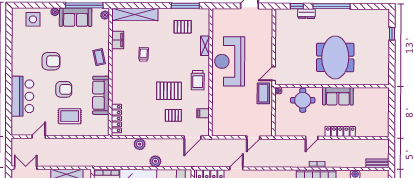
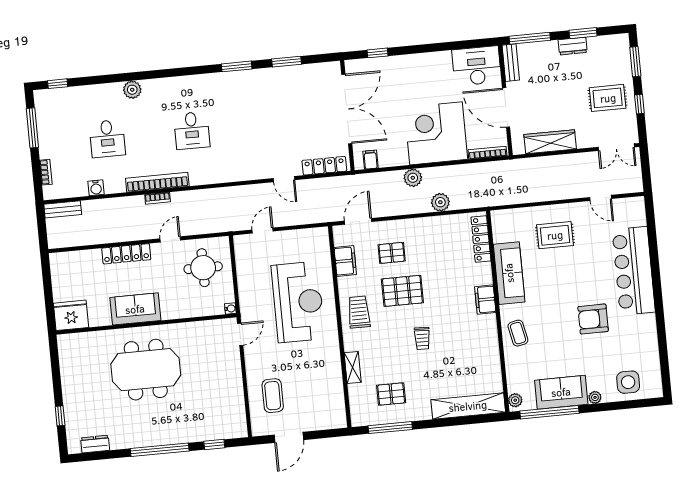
dresser: (306, 14) -> (95, 444), moved
filing cabinet: (118, 40) -> (485, 300), moved
trolley: (144, 54) -> (422, 338), moved
meeting table: (335, 57) -> (146, 370), turned 90
reception desk: (230, 61) -> (298, 302), moved
armchair: (64, 89) -> (569, 277), removed
coffee table: (263, 93) -> (273, 396), moved
bar counter: (22, 96) -> (634, 271), width x1.36
fridge: (379, 96) -> (71, 315), added
round table: (303, 100) -> (203, 268), moved
filing cabinet: (203, 113) -> (345, 261), width x2.00
door: (39, 137) -> (601, 198), hinge flipped
door: (236, 168) -> (284, 179), hinge flipped

